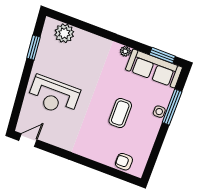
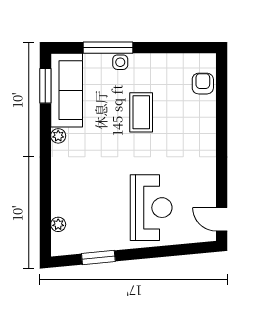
plant: (64, 33) -> (58, 224), width x0.53, depth x0.53
coffee table: (120, 113) -> (141, 112), turned 90
armchair: (124, 162) -> (203, 84), turned 180

